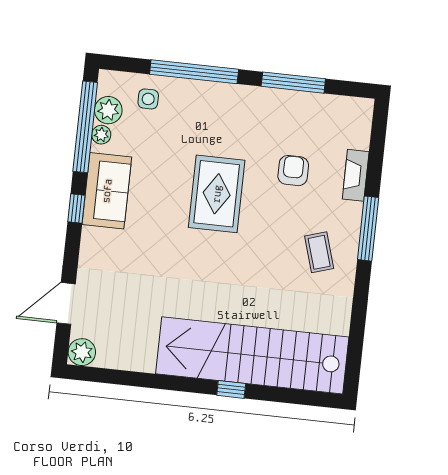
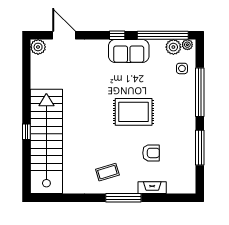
plant: (101, 135) -> (187, 45), moved

